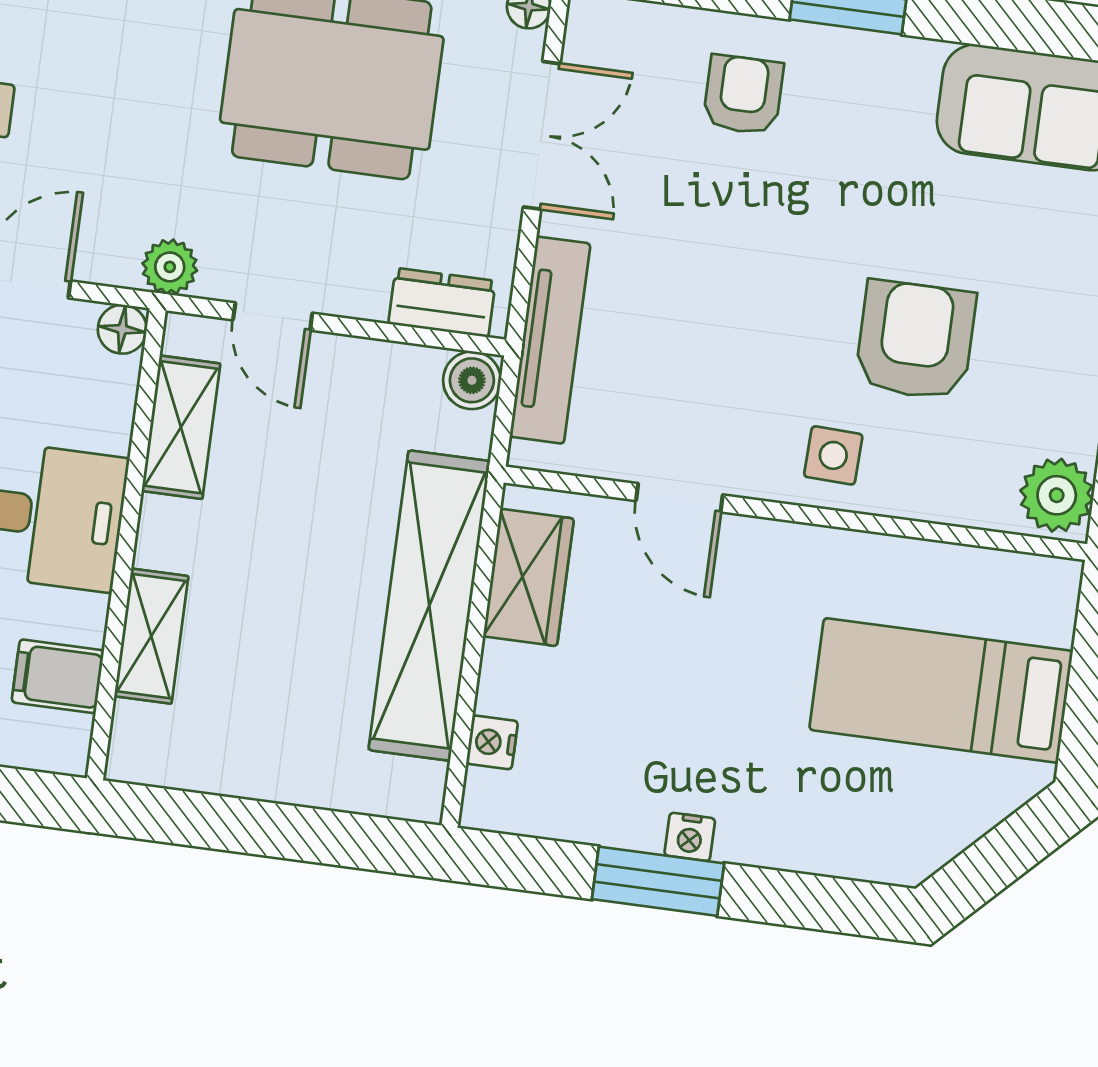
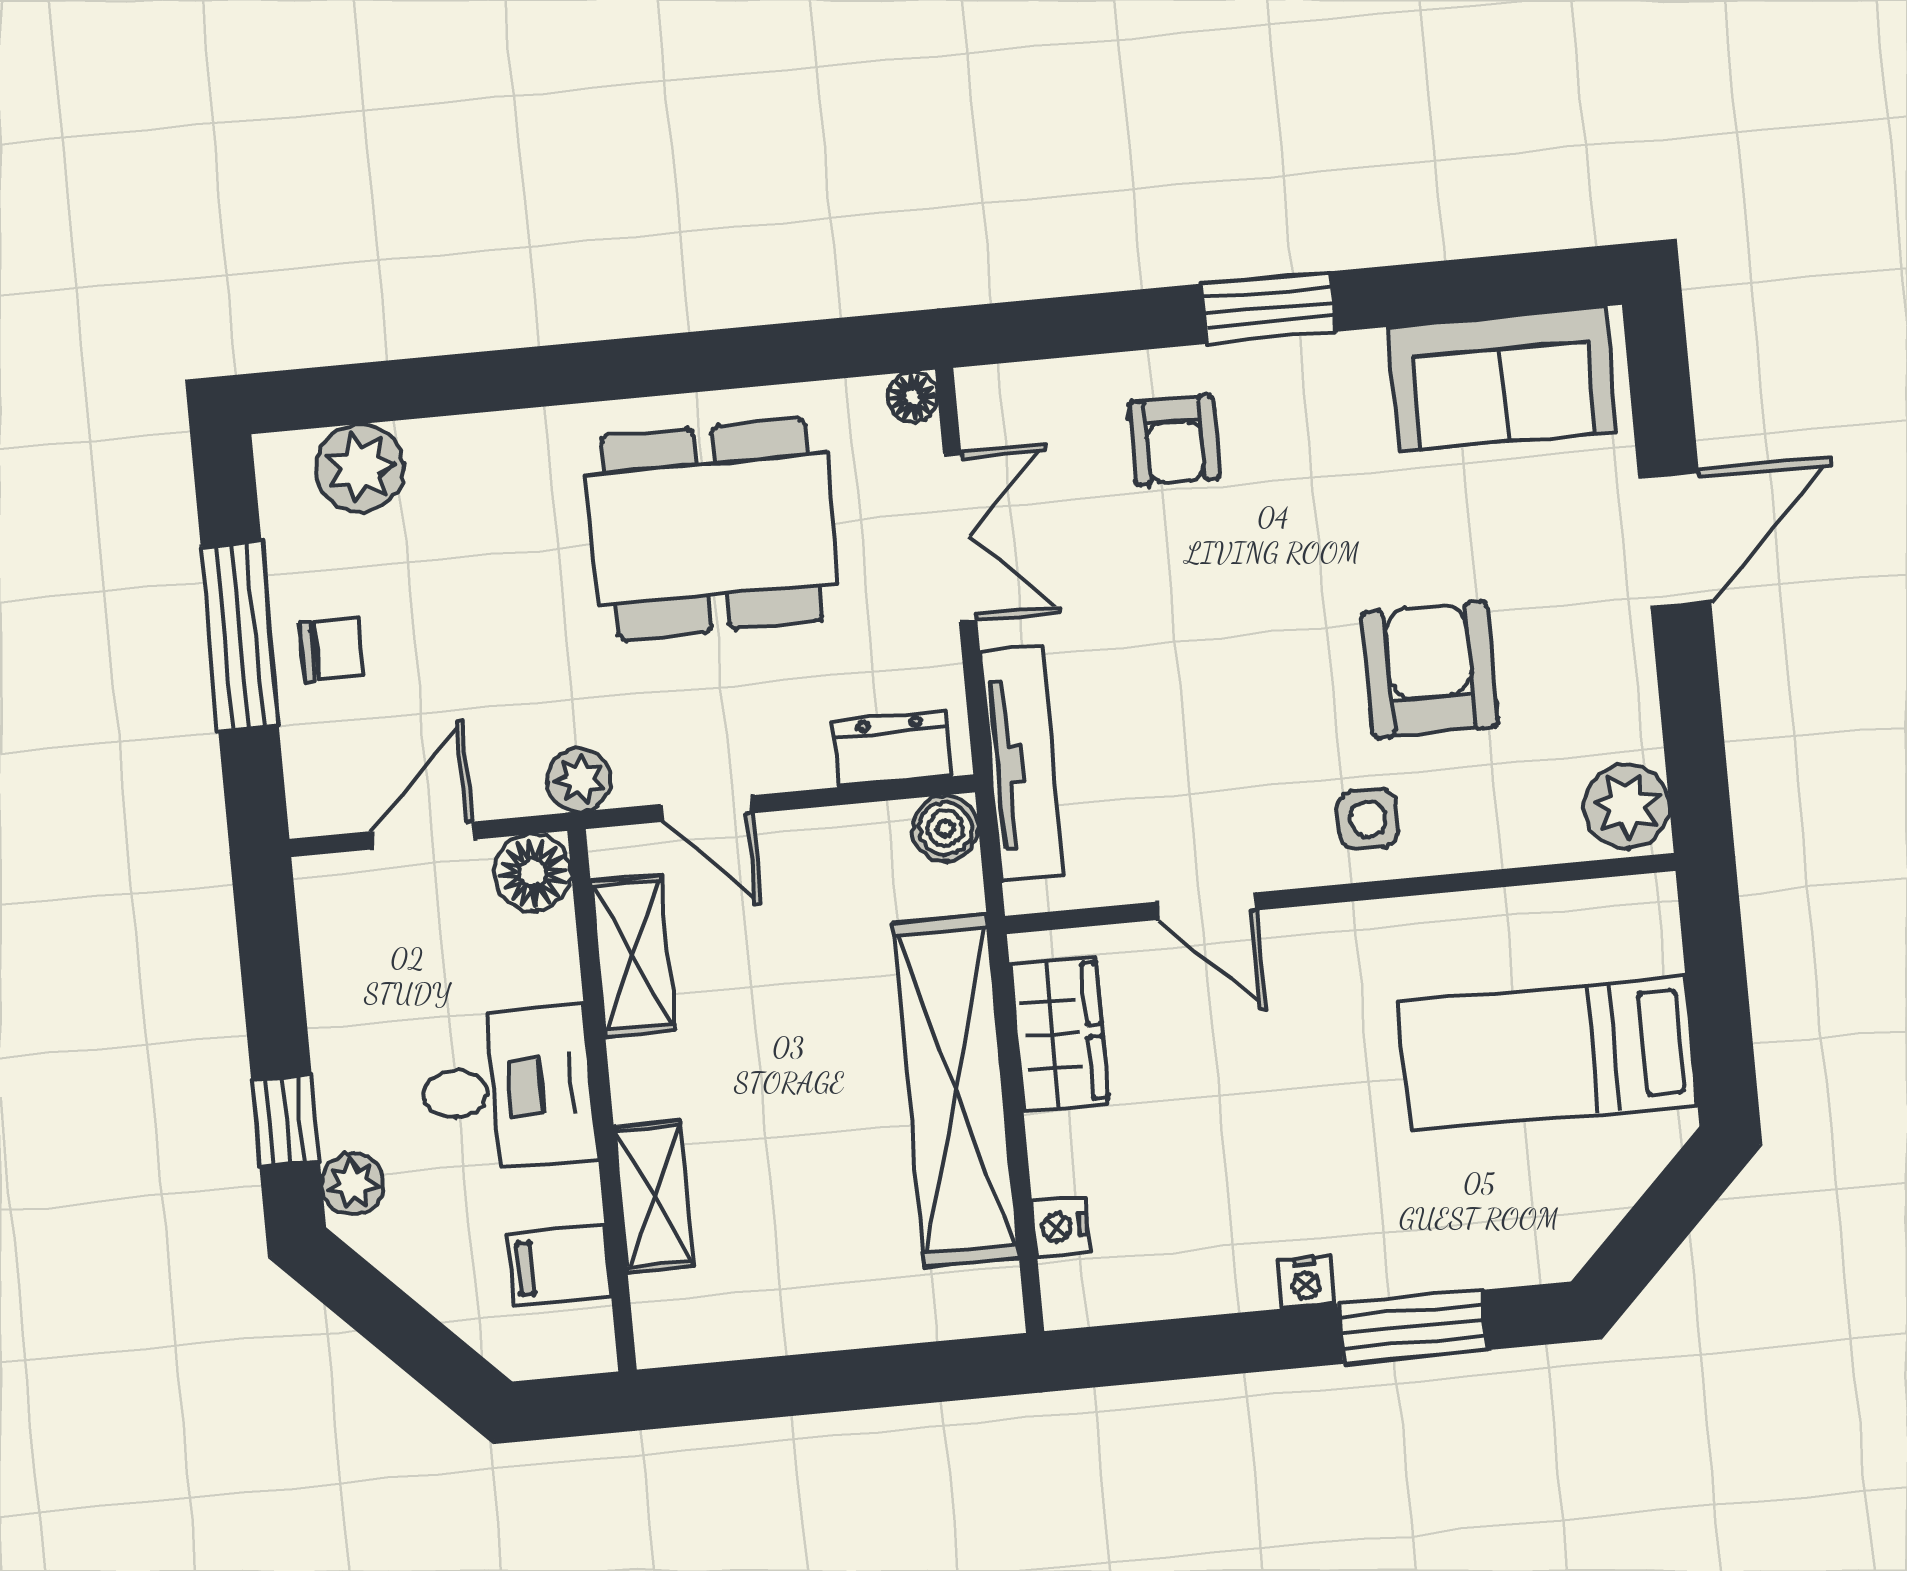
armchair: (743, 95) -> (1174, 440), turned 180
floor lamp: (122, 329) -> (533, 873), width x1.37, depth x1.37
window: (658, 881) -> (1413, 1327), moved

